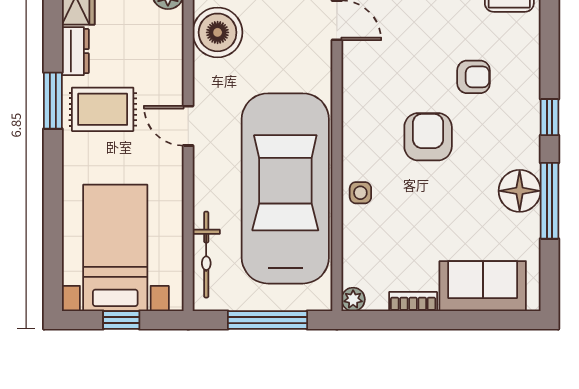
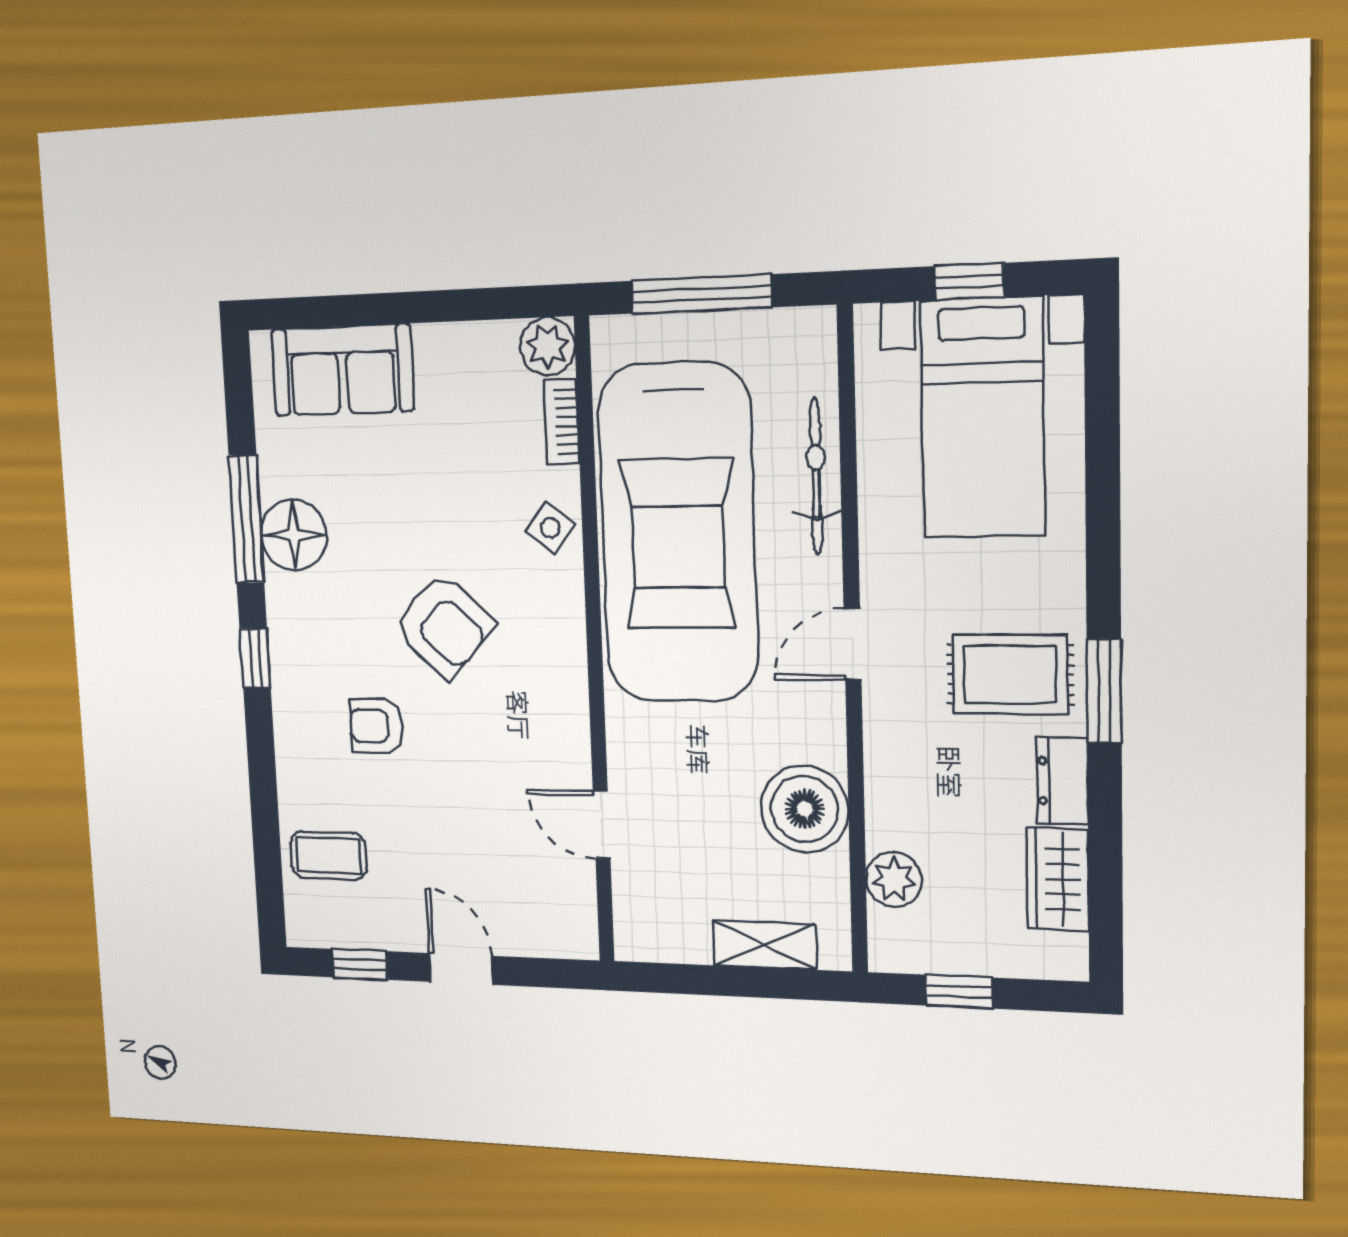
door: (188, 126) -> (853, 644), swing flipped
armchair: (428, 137) -> (444, 625), turned -47
side table: (360, 193) -> (550, 528), turned 37
bicycle: (206, 255) -> (816, 476), moved
plant: (353, 299) -> (547, 346), width x1.38, depth x1.38
bookcase: (413, 302) -> (562, 422), moved, turned 90

